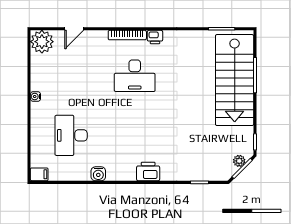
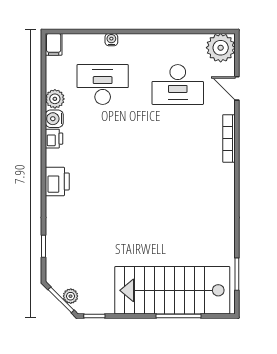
bookcase: (127, 35) -> (229, 138), moved
printer: (155, 37) -> (54, 139), moved, turned 180
desk: (135, 76) -> (178, 85), moved, turned -90
water cooler: (35, 96) -> (111, 40), moved
plant: (82, 173) -> (55, 99), added

